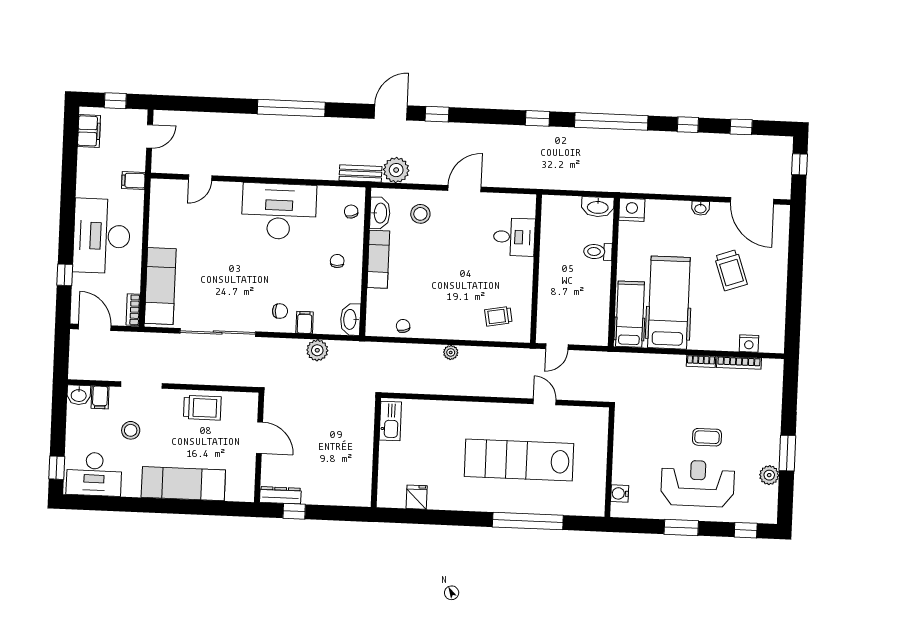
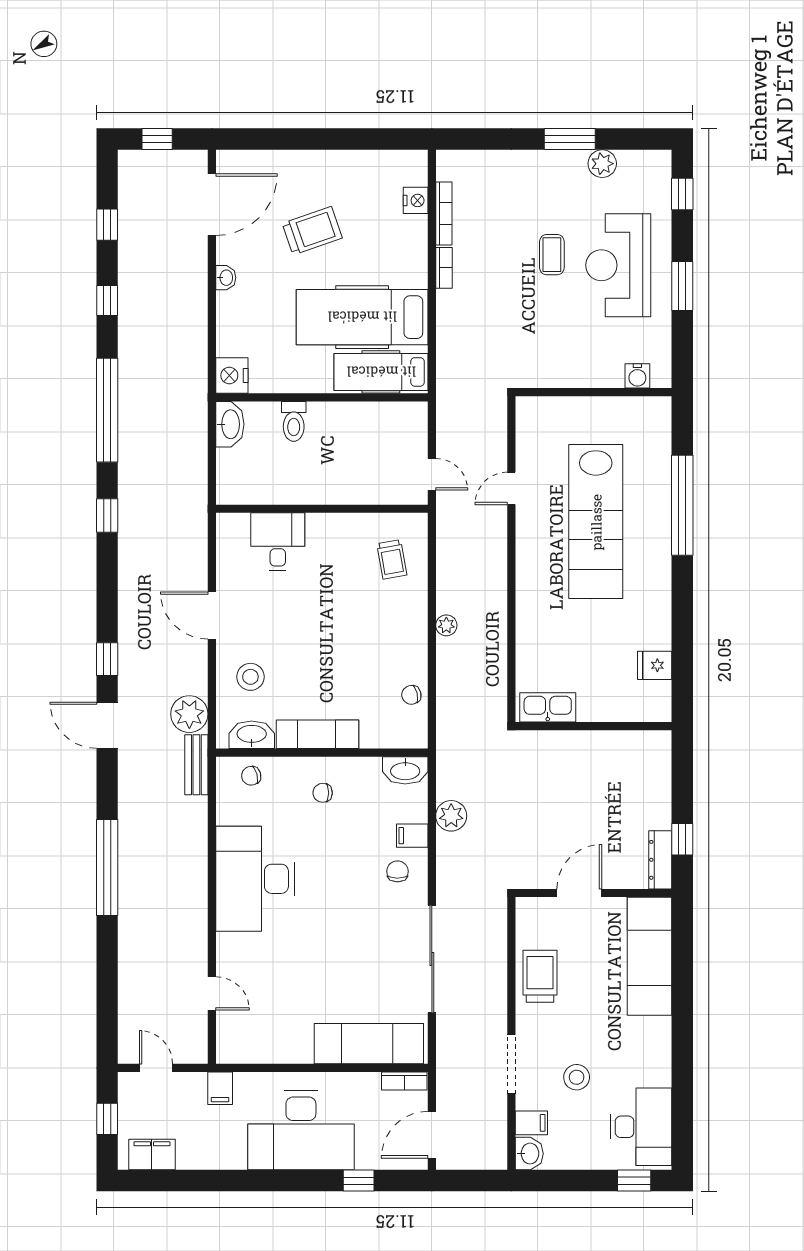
exam couch: (183, 484) -> (650, 956), moved

